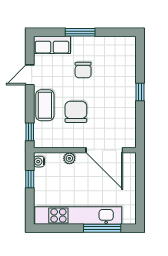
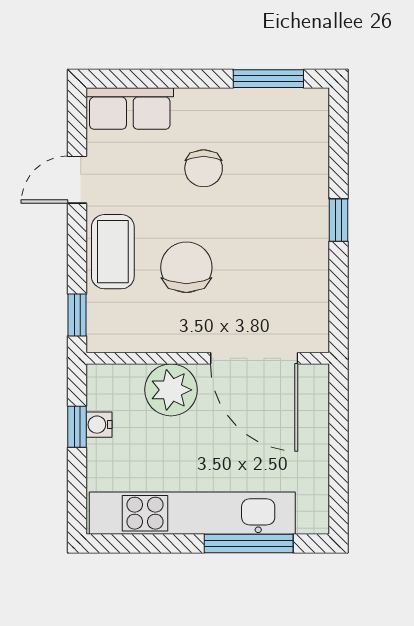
window: (80, 32) -> (268, 79), moved
plant: (69, 158) -> (171, 390), width x1.88, depth x1.88
water cooler: (39, 162) -> (99, 425), moved

